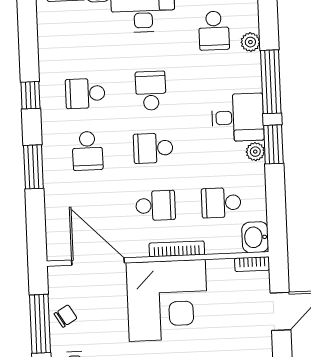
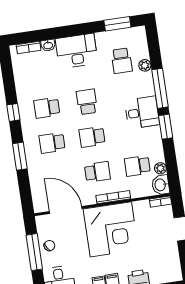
school desk: (88, 151) -> (52, 143), turned 90
plant: (255, 152) -> (160, 168), moved

